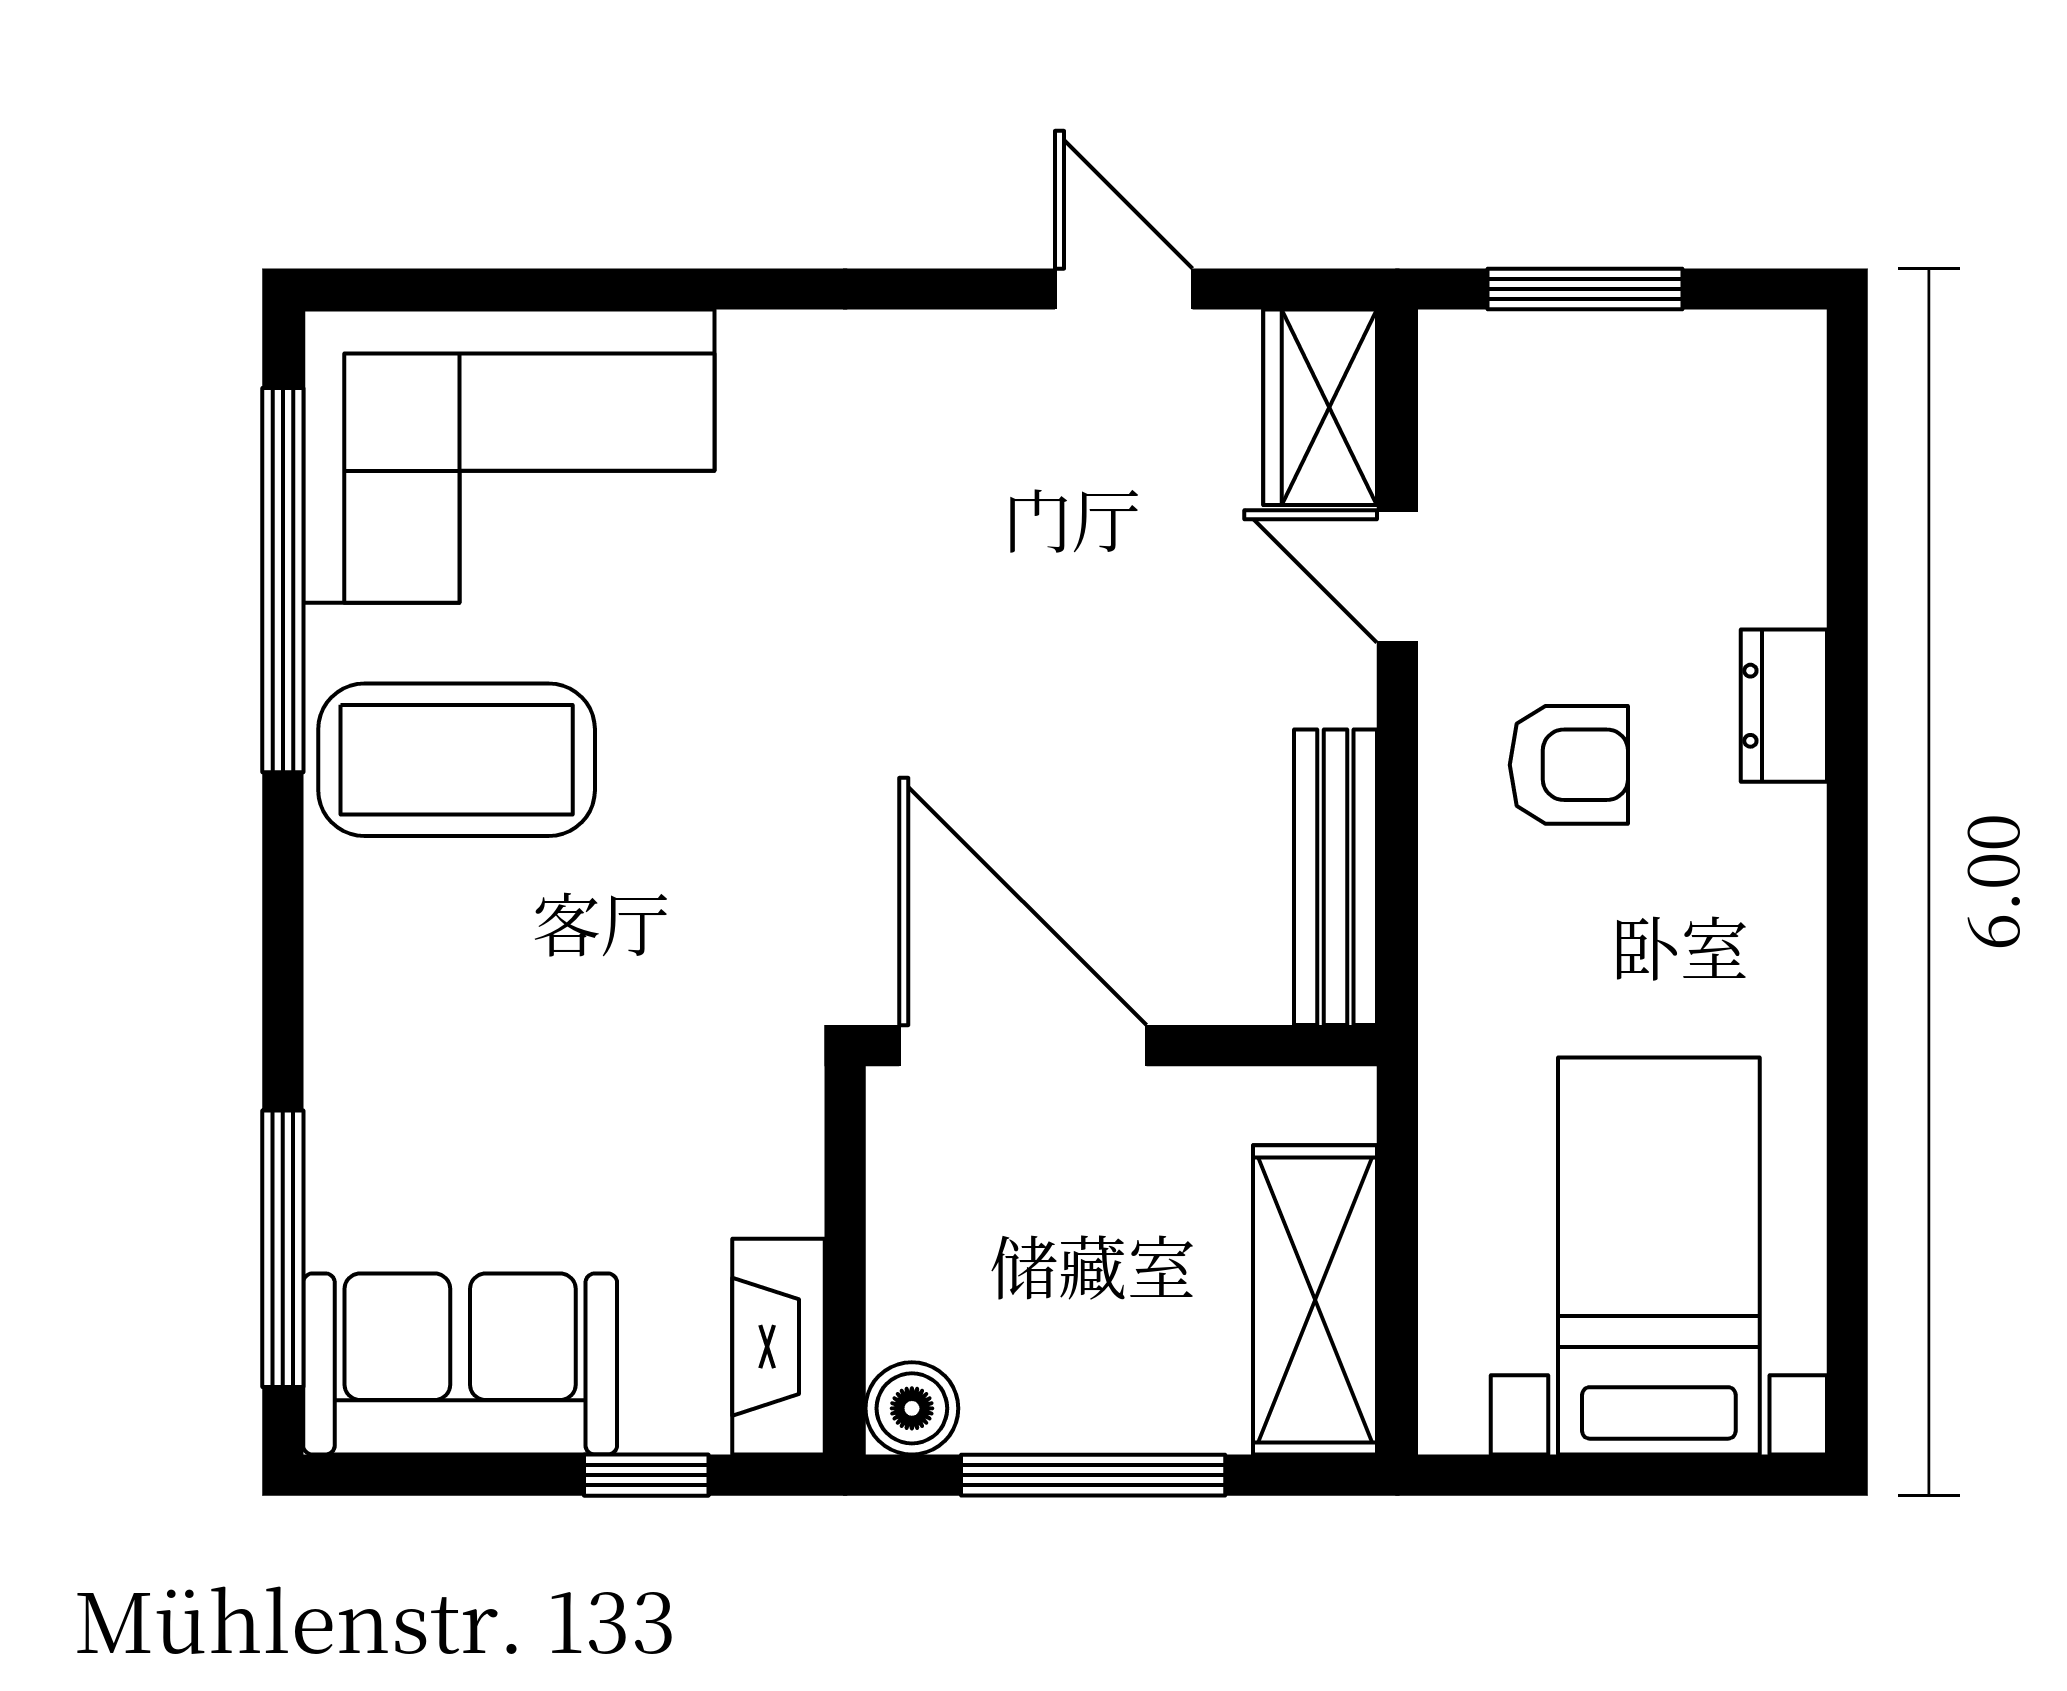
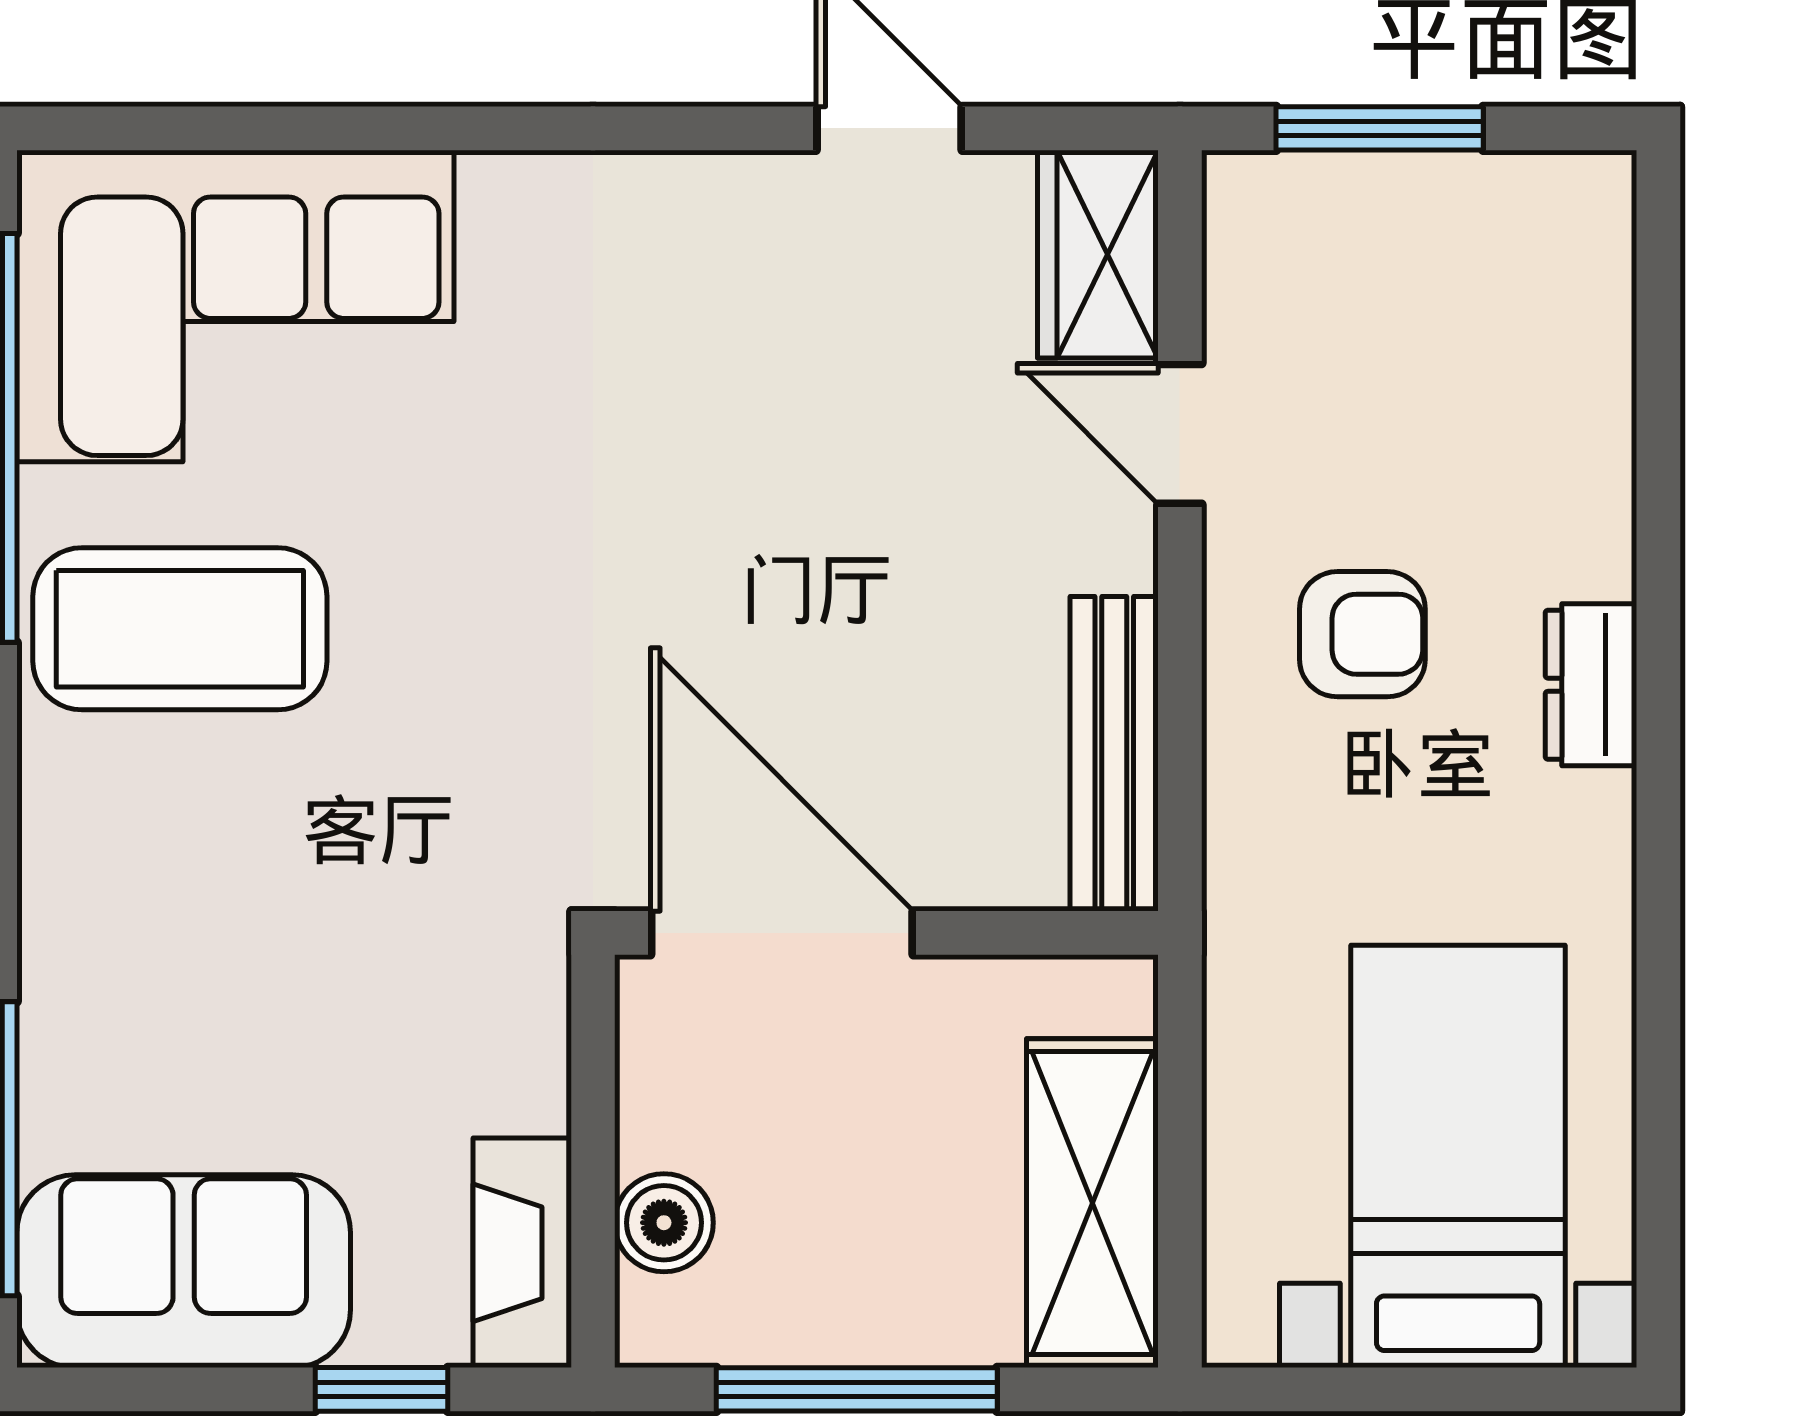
dresser: (1784, 706) -> (1591, 685), moved
boiler: (912, 1408) -> (664, 1223), moved

